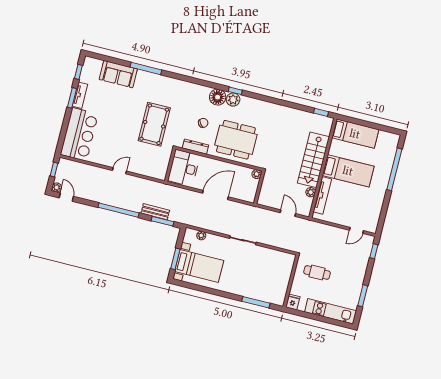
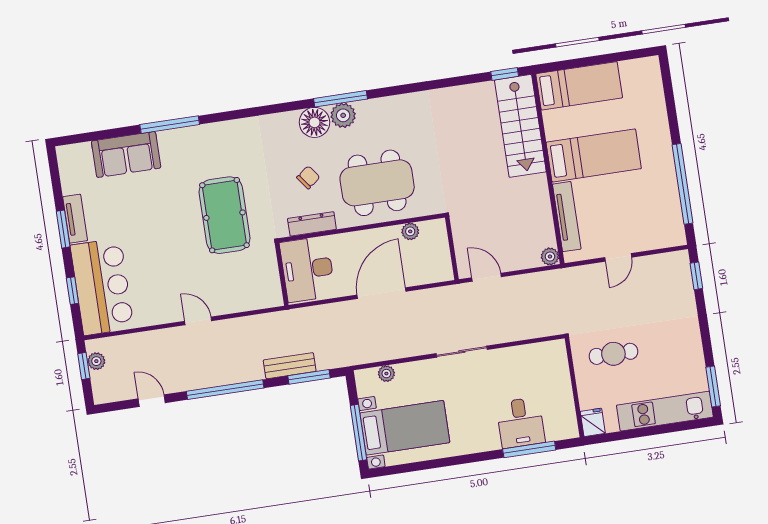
window: (78, 72) -> (72, 291), moved
window: (235, 91) -> (340, 99), width x2.17
stairs: (313, 160) -> (520, 126), moved
window: (394, 169) -> (682, 184), moved
door: (119, 171) -> (198, 321), hinge flipped
plant: (257, 174) -> (410, 231), moved
plant: (57, 187) -> (96, 361), moved
plant: (311, 192) -> (550, 256), moved
door: (66, 197) -> (152, 401), moved
door: (288, 213) -> (487, 277), moved
door: (356, 230) -> (618, 257), moved
window: (175, 259) -> (358, 433), width x1.44
desk: (257, 287) -> (521, 423), added
window: (363, 296) -> (713, 386), moved

